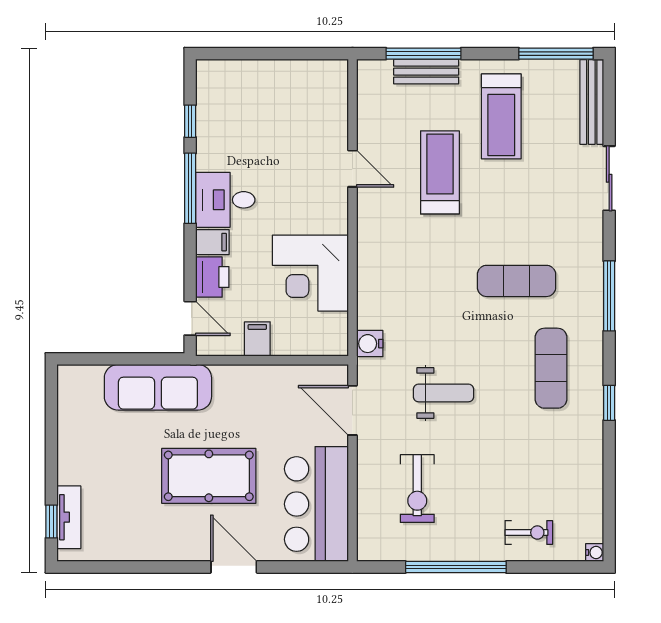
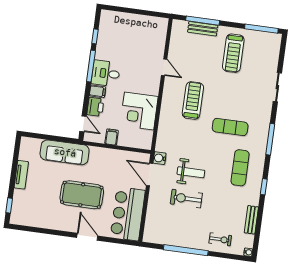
bench: (592, 102) -> (251, 220), moved, width x0.73
treadmill: (440, 172) -> (193, 101), moved
water cooler: (370, 344) -> (159, 158), moved
exercise bike: (417, 489) -> (186, 199), moved, turned 90
tv unit: (69, 517) -> (21, 175), moved

